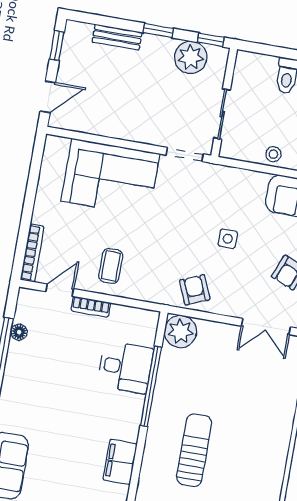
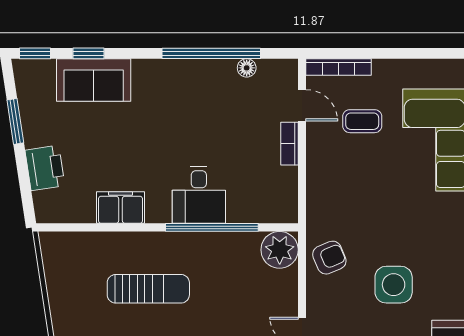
side table: (228, 239) -> (394, 285), width x1.87, depth x1.87
coffee table: (111, 266) -> (362, 121), moved
desk: (125, 367) -> (199, 195), moved

